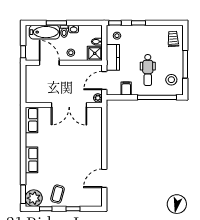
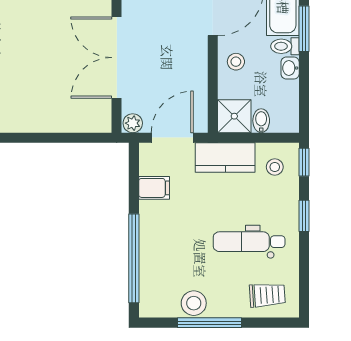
dental chair: (148, 70) -> (249, 242), moved
stool: (171, 80) -> (194, 303), moved
door: (104, 81) -> (172, 138), hinge flipped

